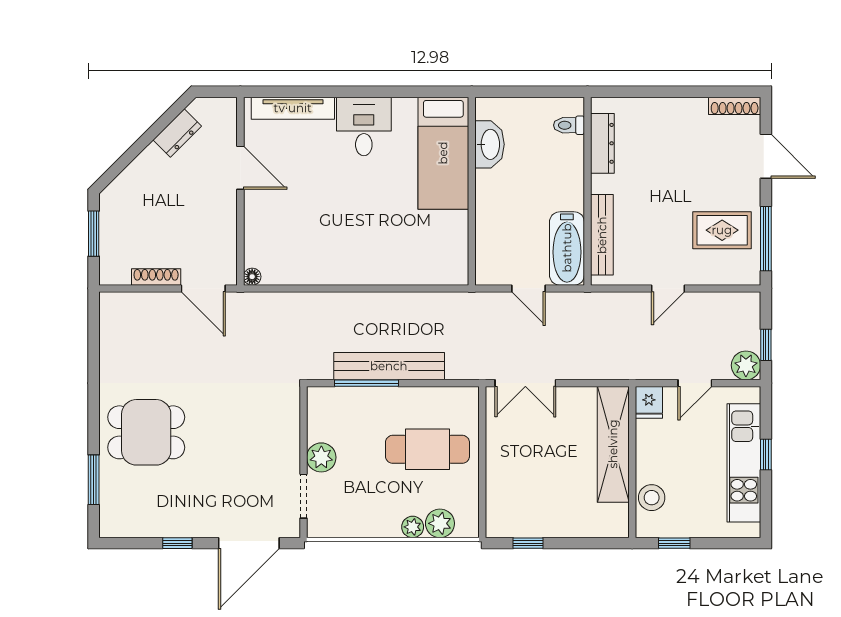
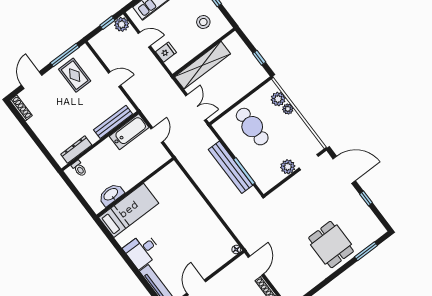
shelving: (613, 444) -> (202, 65), moved
wall: (632, 462) -> (204, 52), moved

